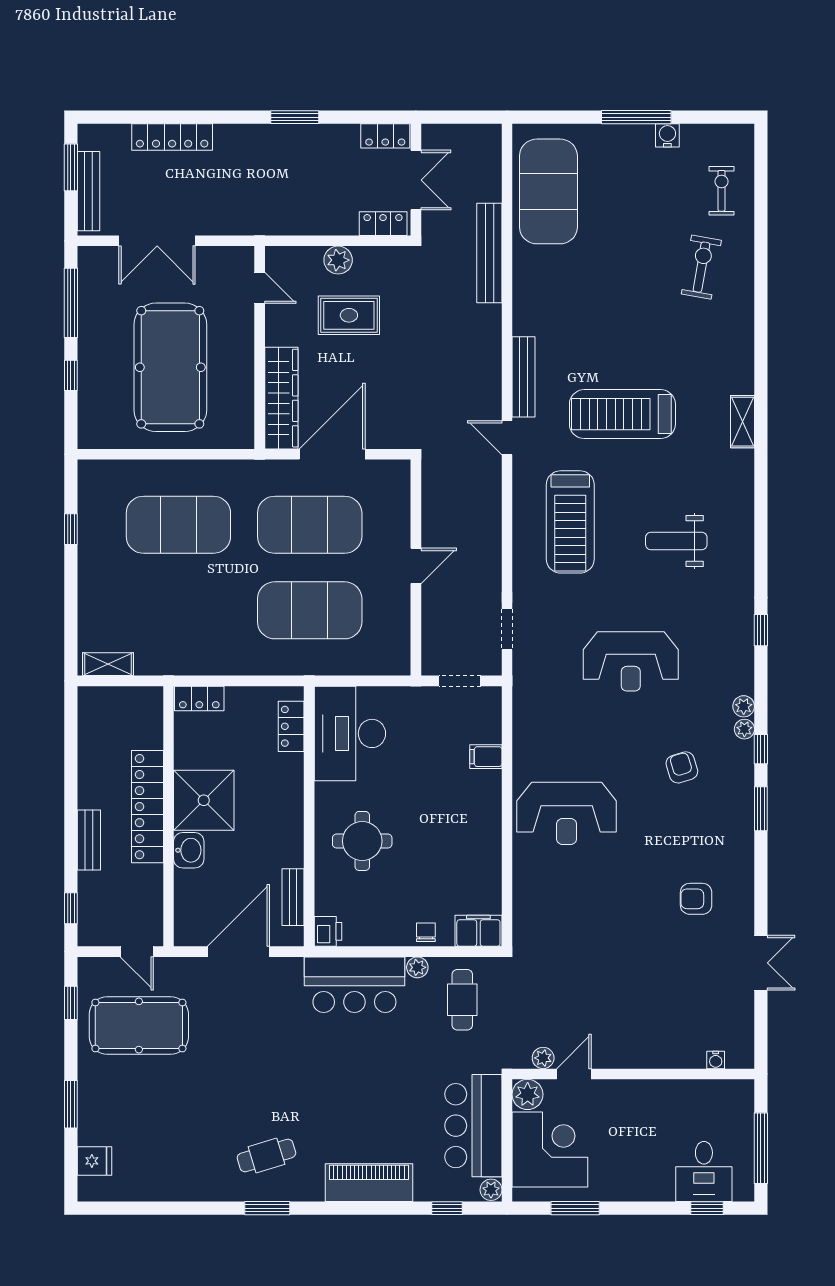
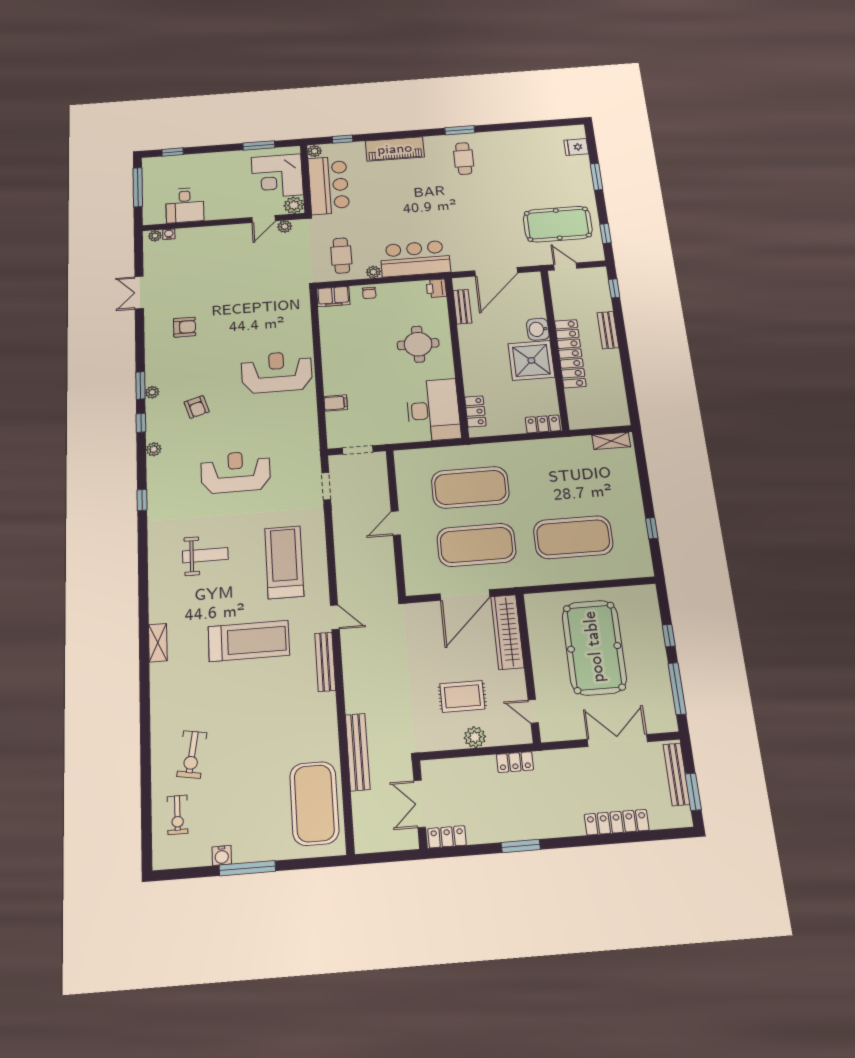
locker: (383, 224) -> (515, 762), moved
plant: (744, 729) -> (152, 392), moved
plant: (736, 1059) -> (155, 236), added
cafe table: (266, 1155) -> (464, 159), turned -73
desk: (704, 1171) -> (185, 205), moved, turned 180

